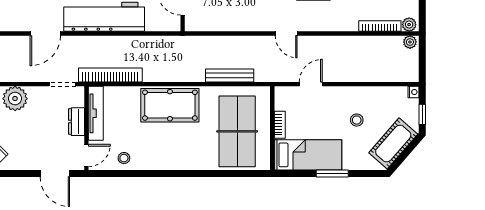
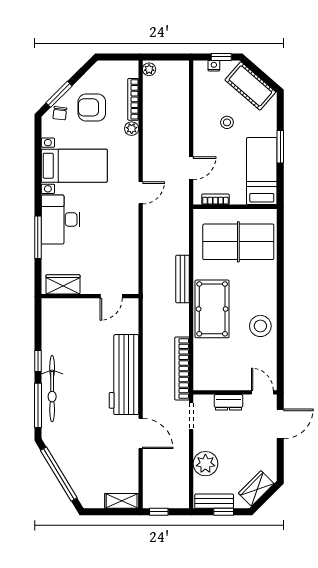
plant: (409, 25) -> (132, 129), moved
bench: (230, 75) -> (182, 279), moved
door: (311, 84) -> (191, 168), swing flipped
nightstand: (413, 92) -> (214, 66), moved
tv unit: (96, 113) -> (220, 383), removed
bookcase: (280, 125) -> (215, 199), moved
stool: (124, 158) -> (260, 326), moved, width x1.89, depth x1.89

